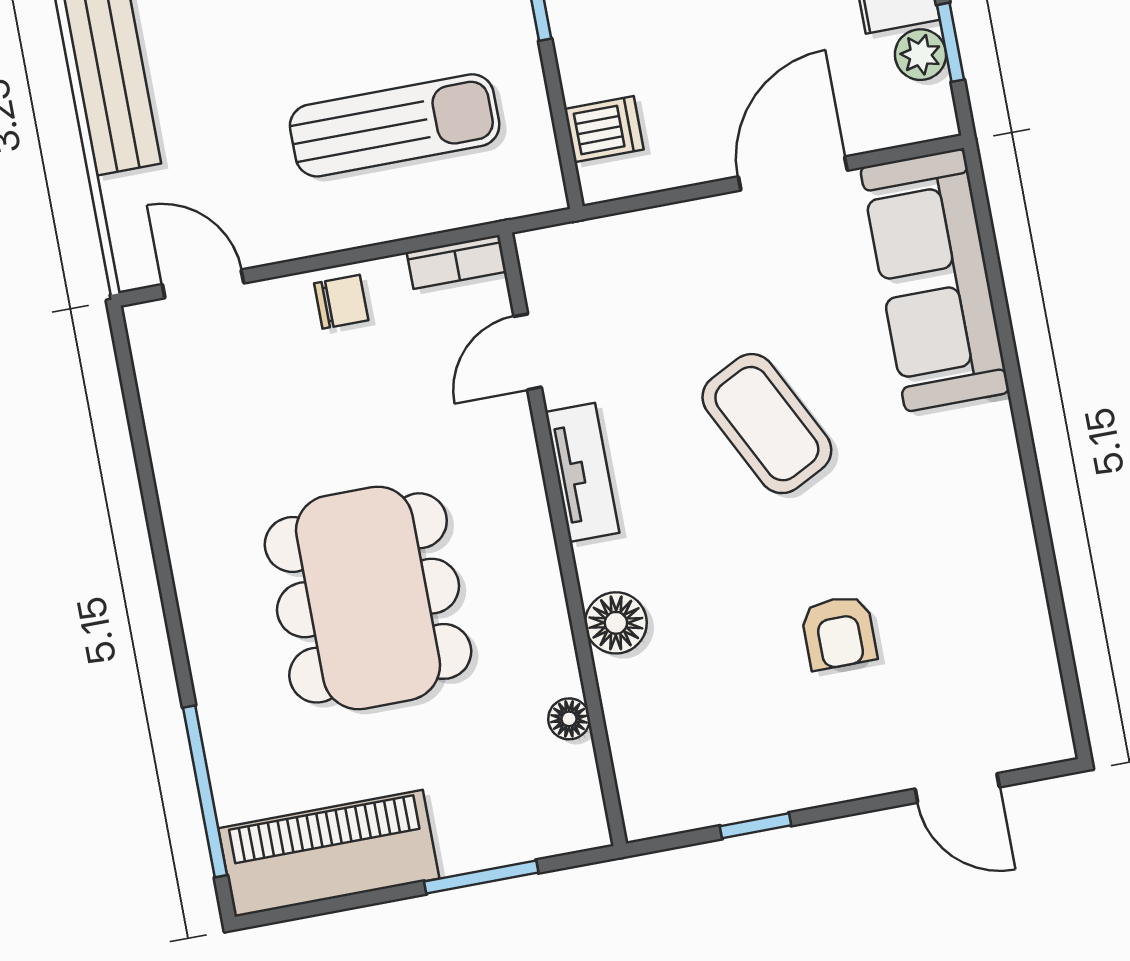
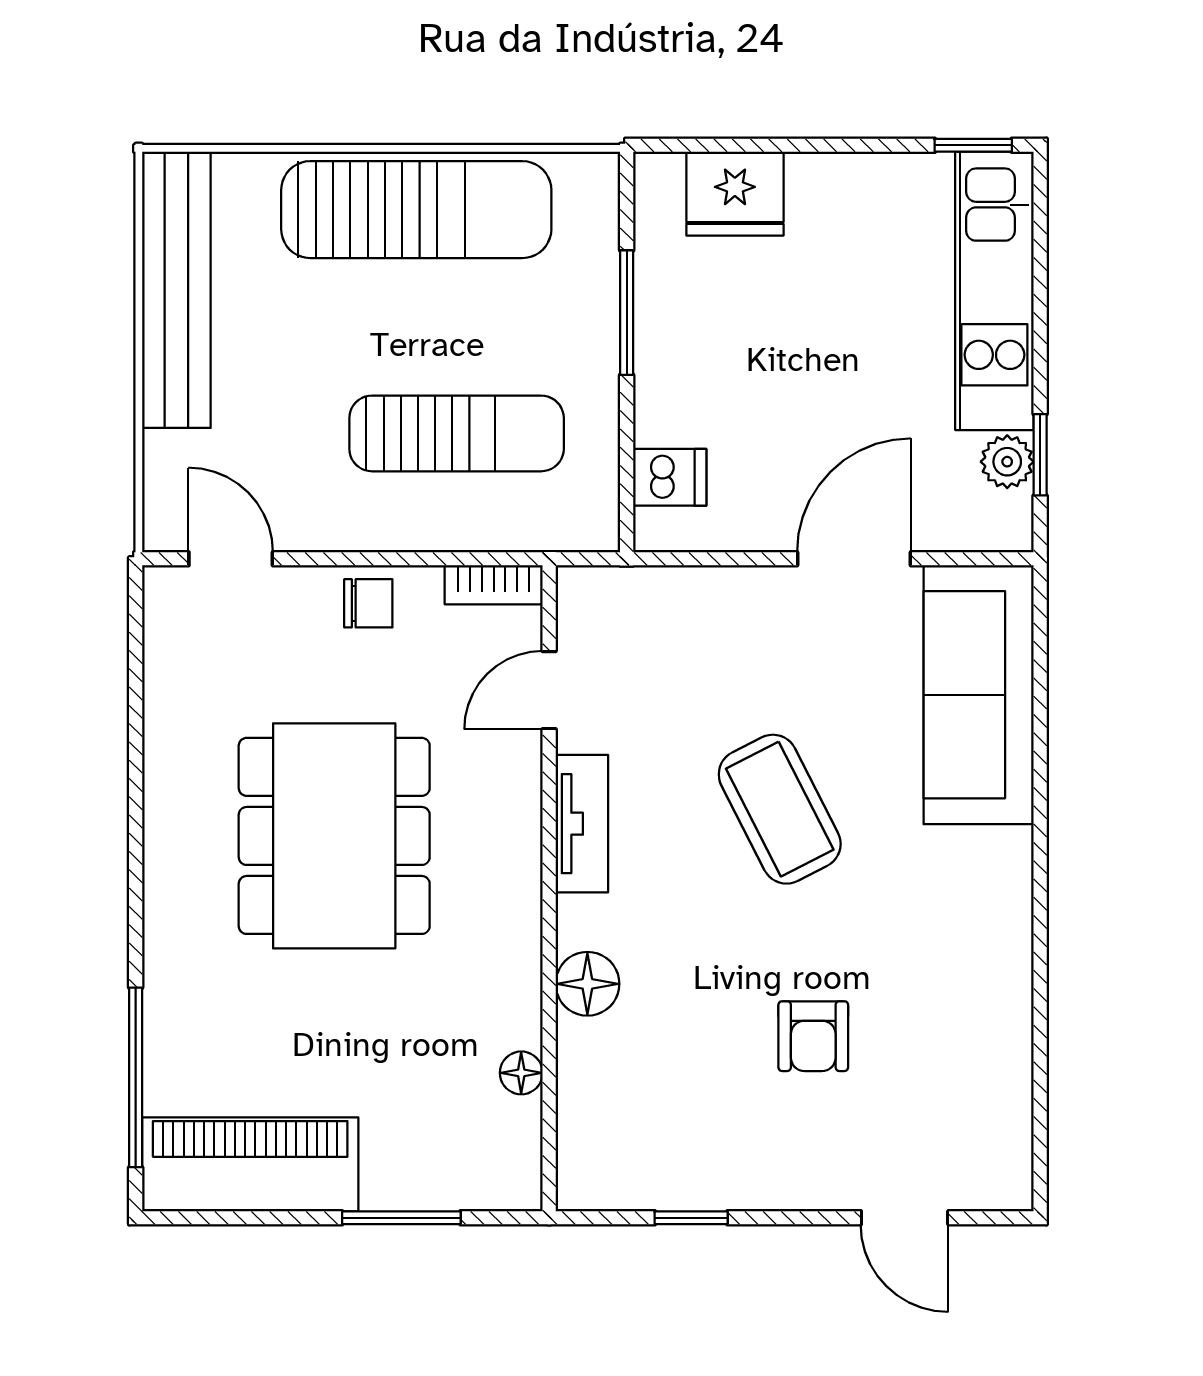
dining table: (368, 598) -> (334, 836), moved

